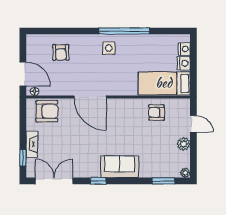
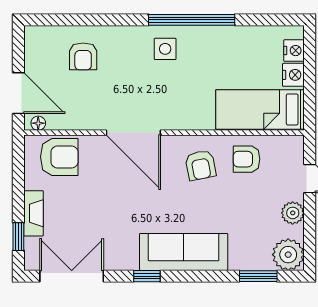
armchair: (130, 116) -> (200, 165), added
sofa: (120, 167) -> (184, 252), width x1.36
plant: (185, 173) -> (288, 255), width x1.87, depth x1.87

